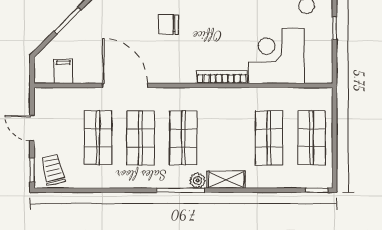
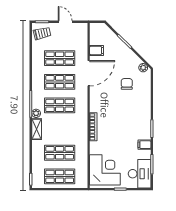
chair: (168, 25) -> (127, 84), moved
corner desk: (276, 56) -> (105, 170), moved
filing cabinet: (63, 71) -> (97, 50), moved
door: (32, 128) -> (65, 22), hinge flipped

